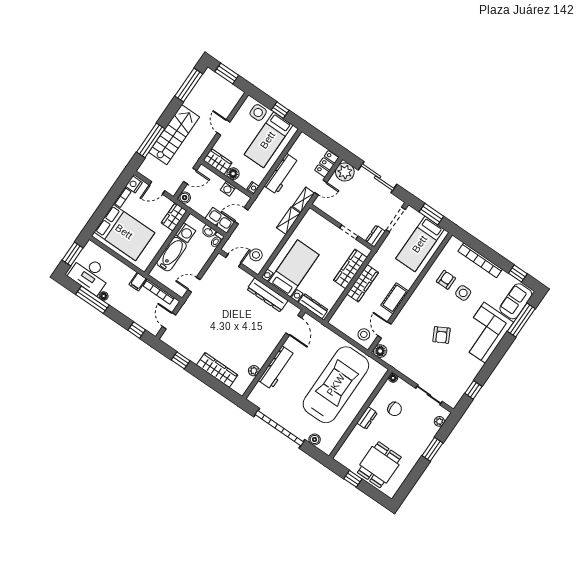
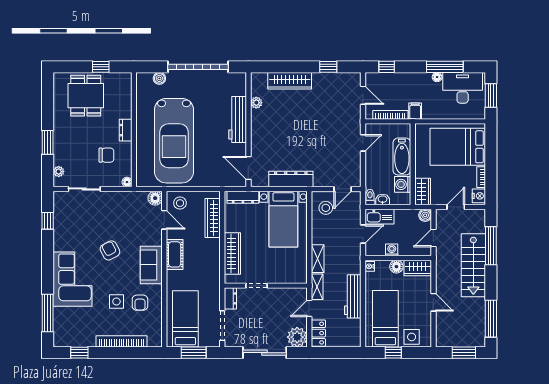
wardrobe: (363, 283) -> (213, 218), moved
sofa: (516, 301) -> (151, 265), moved, turned 180
chair: (395, 409) -> (106, 155), turned 180

